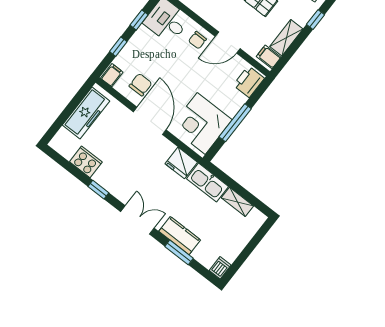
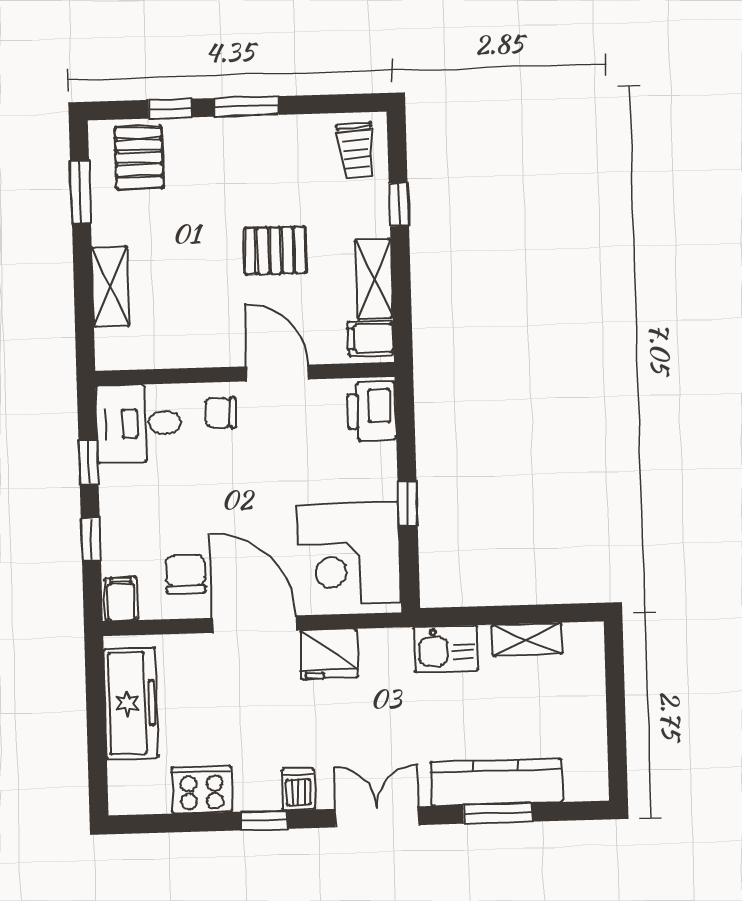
chair: (197, 40) -> (221, 413), turned 90
door: (228, 42) -> (277, 373), swing flipped
window: (235, 123) -> (408, 503), width x0.46
fridge: (181, 163) -> (329, 654), moved
kitchen sink: (207, 183) -> (446, 649), width x0.73
kitchen counter: (180, 236) -> (496, 782), width x1.50
dishwasher: (220, 268) -> (298, 789), moved

